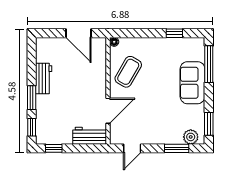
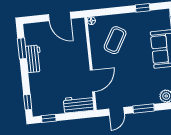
coffee table: (128, 72) -> (115, 40), moved
window: (32, 98) -> (22, 48), moved
window: (177, 148) -> (144, 108), moved

